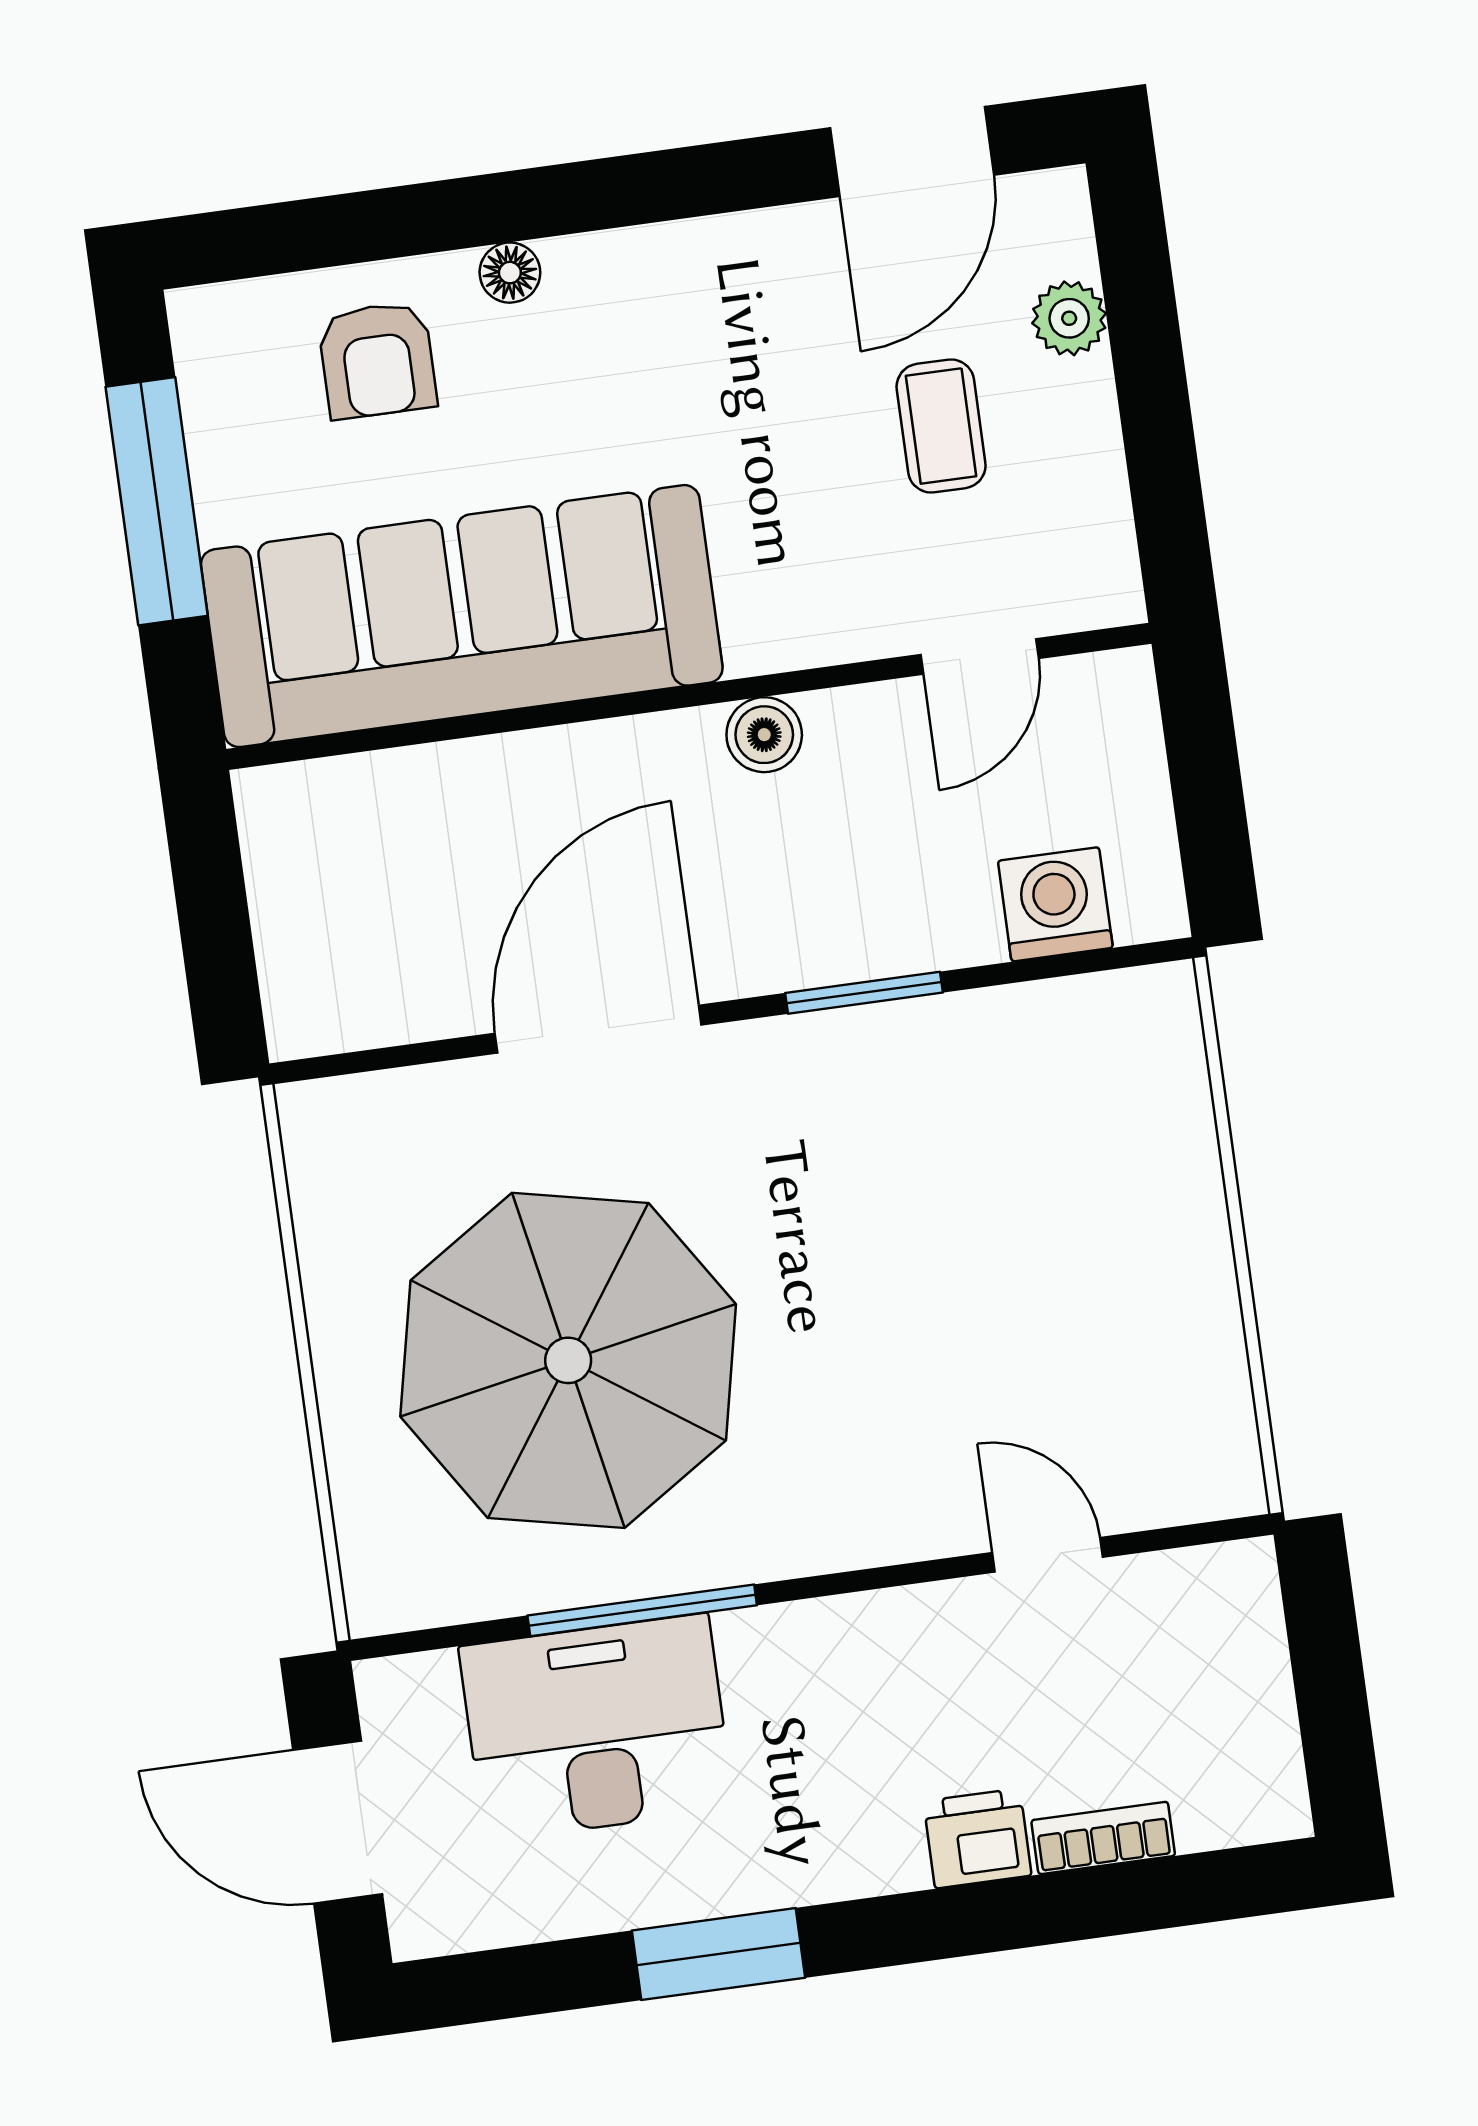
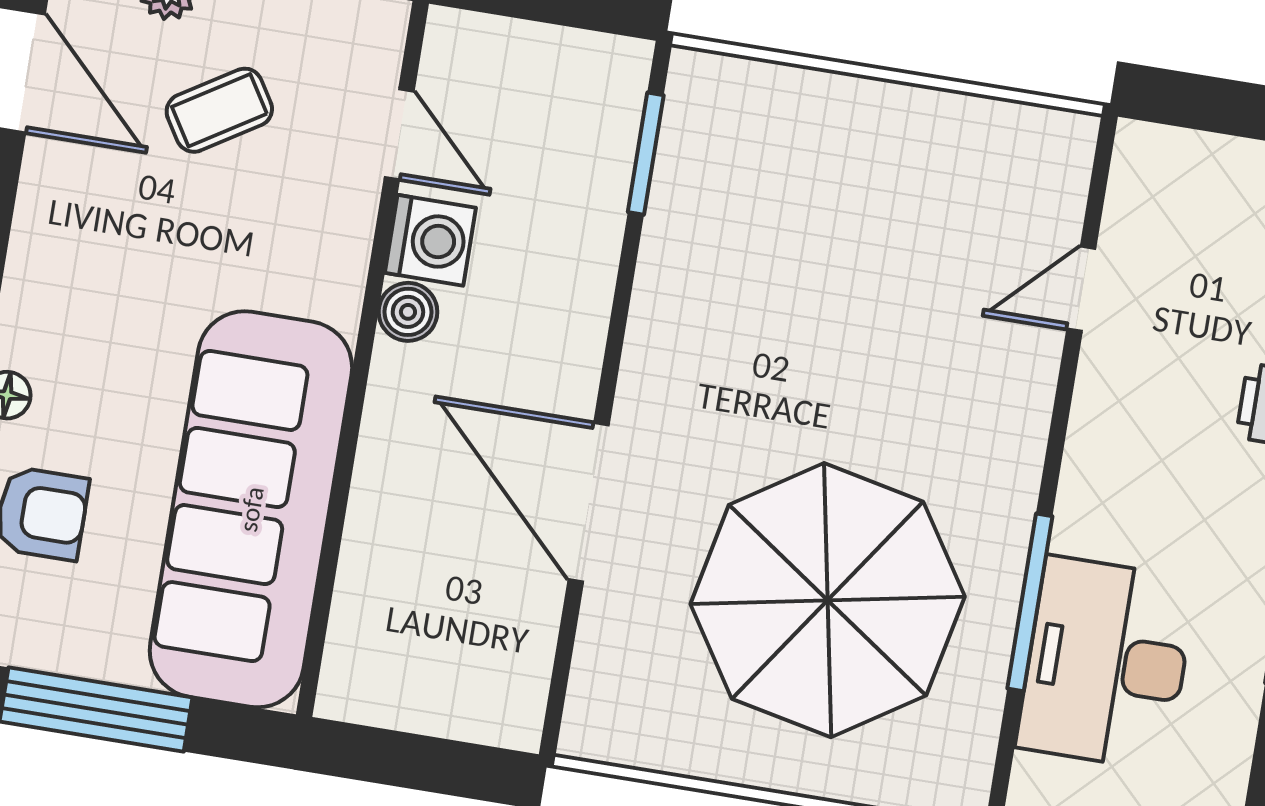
coffee table: (941, 426) -> (219, 110), turned -32
washing machine: (1055, 904) -> (430, 240), moved, turned 180
window: (864, 993) -> (646, 154), moved

